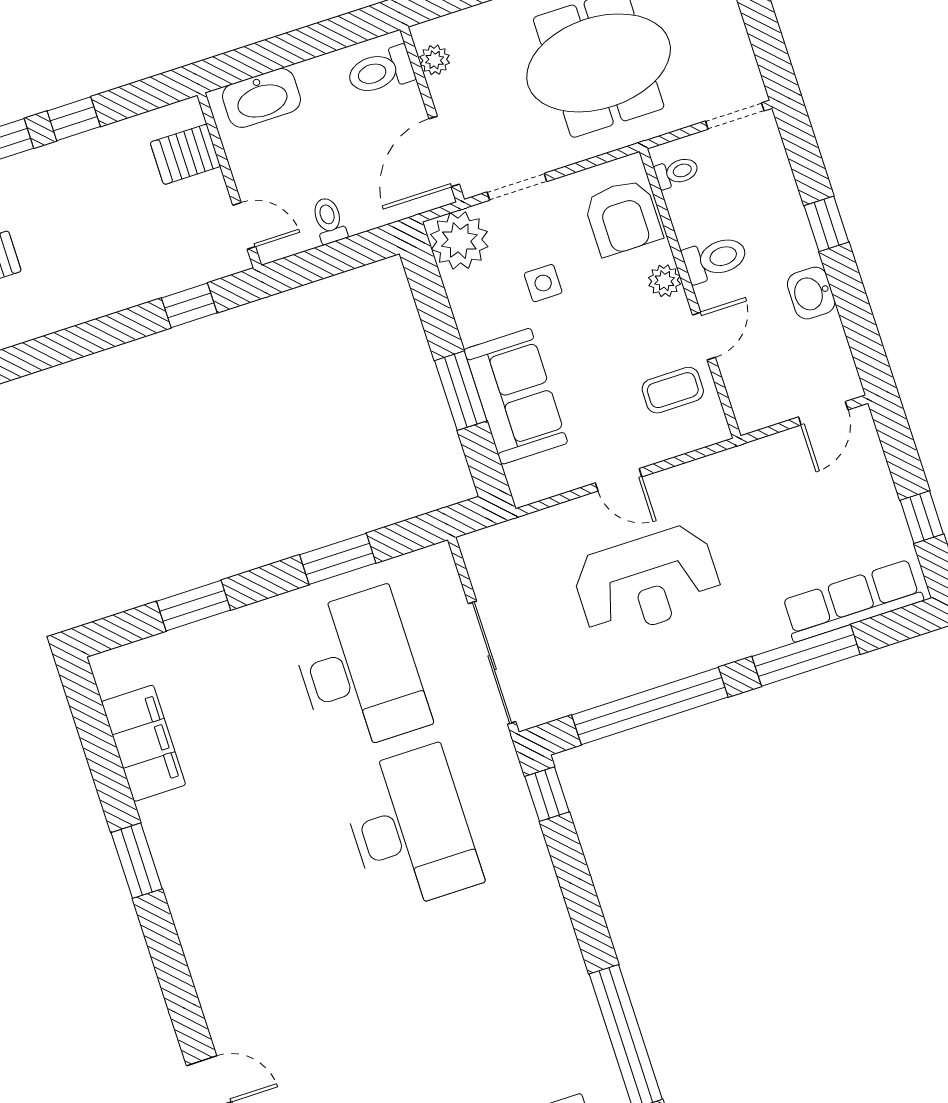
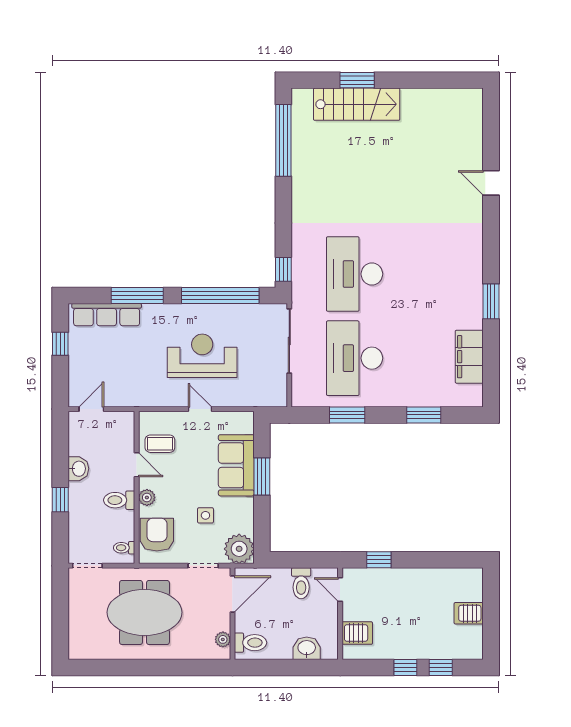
washbasin: (261, 98) -> (307, 648), width x0.72
toilet: (329, 220) -> (301, 583), width x1.37, depth x1.39
door: (704, 336) -> (137, 465), swing flipped

